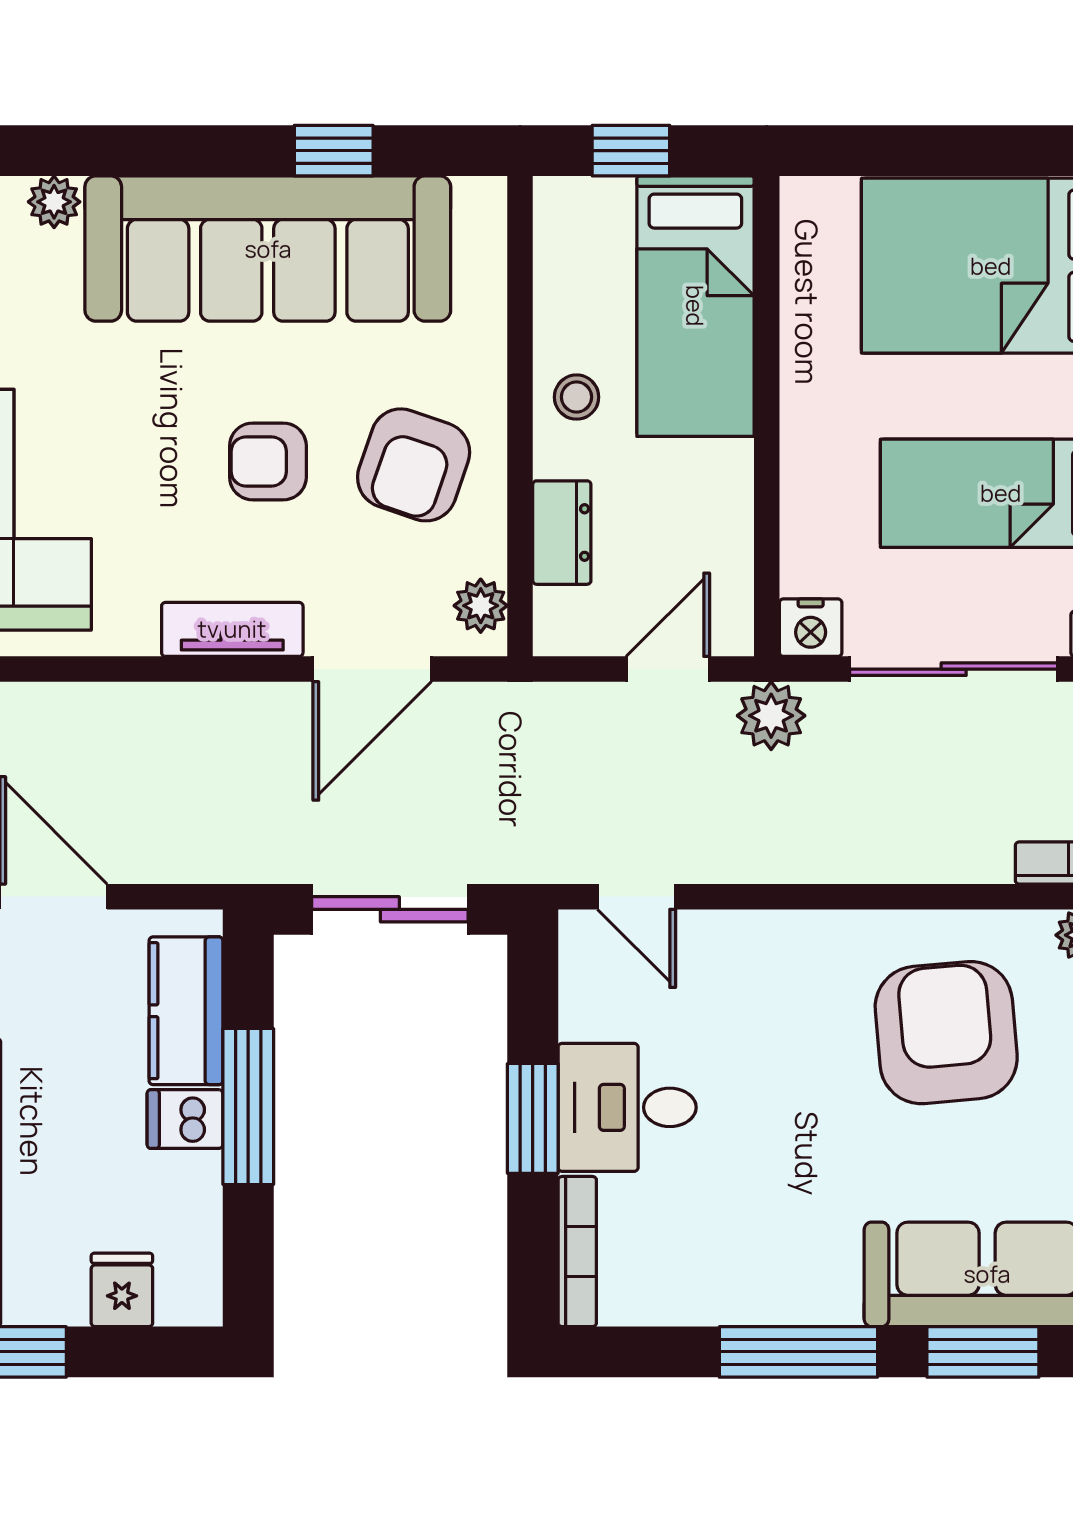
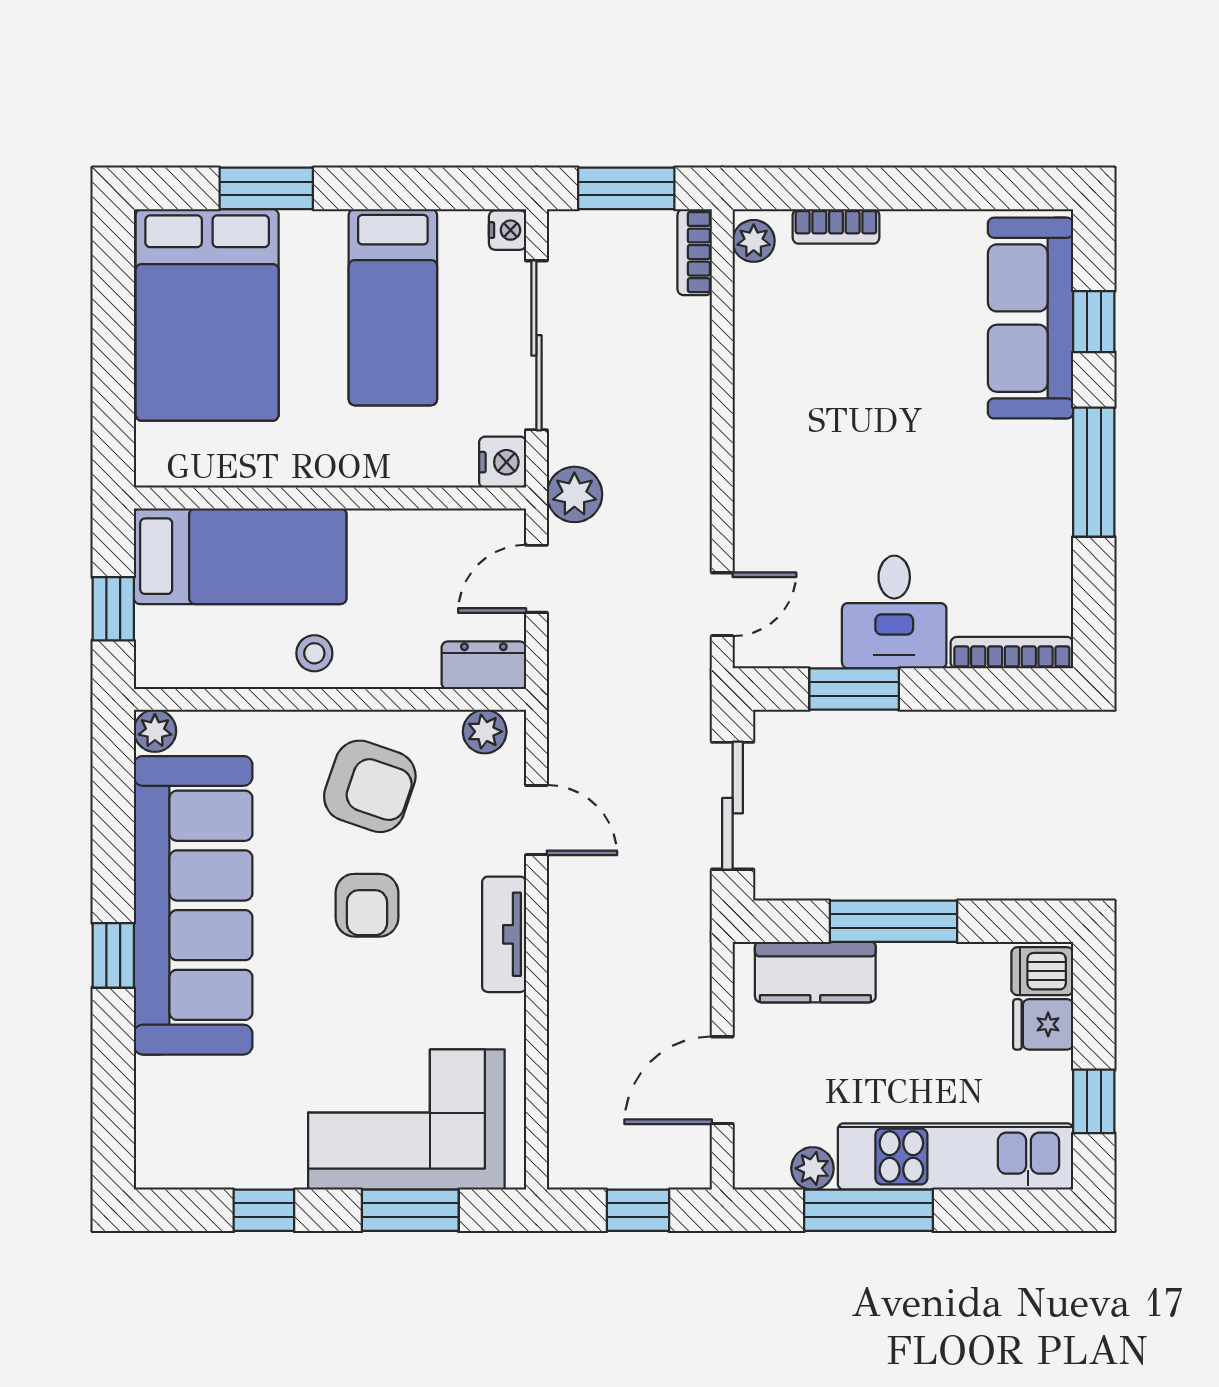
window: (334, 151) -> (113, 955), moved
plant: (54, 202) -> (155, 731), moved
dresser: (562, 533) -> (484, 665), moved
door: (372, 669) -> (536, 820), width x0.73
door: (668, 669) -> (536, 579), hinge flipped
armchair: (946, 1033) -> (833, 352), removed
window: (533, 1118) -> (854, 689), moved
dishwasher: (185, 1119) -> (1042, 971), moved, turned 90
window: (983, 1352) -> (1094, 322), width x0.67

